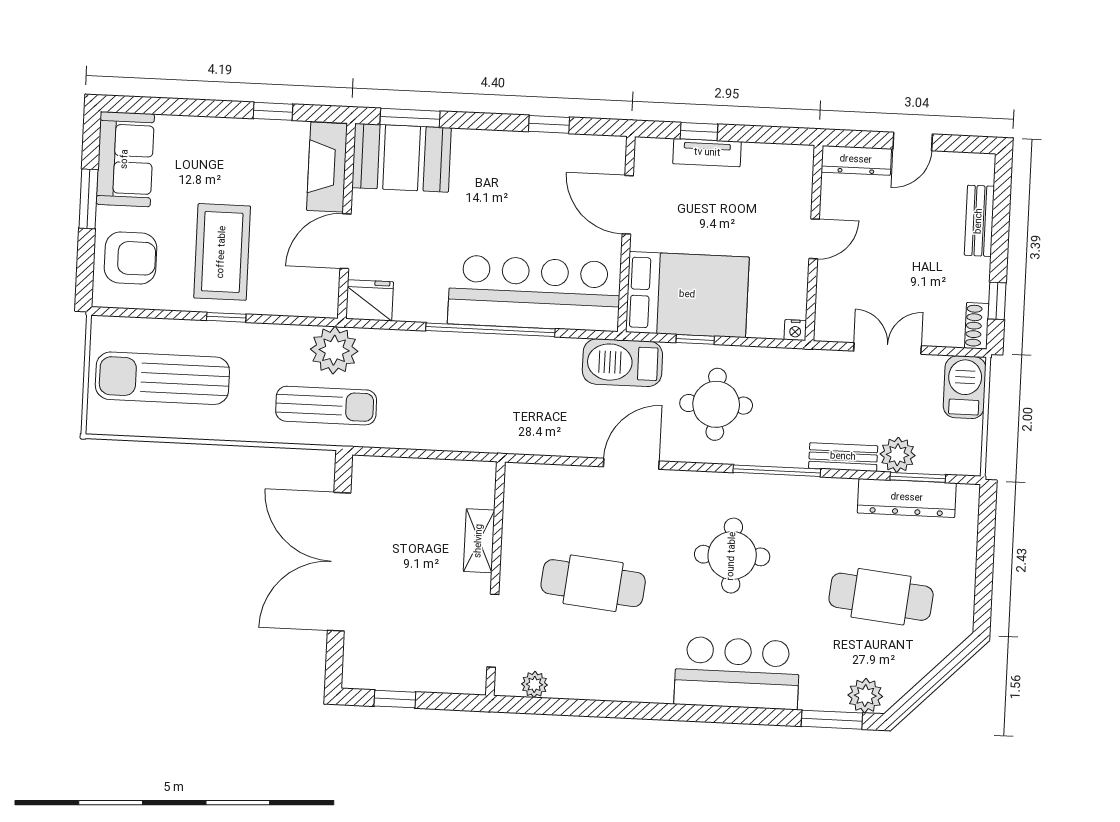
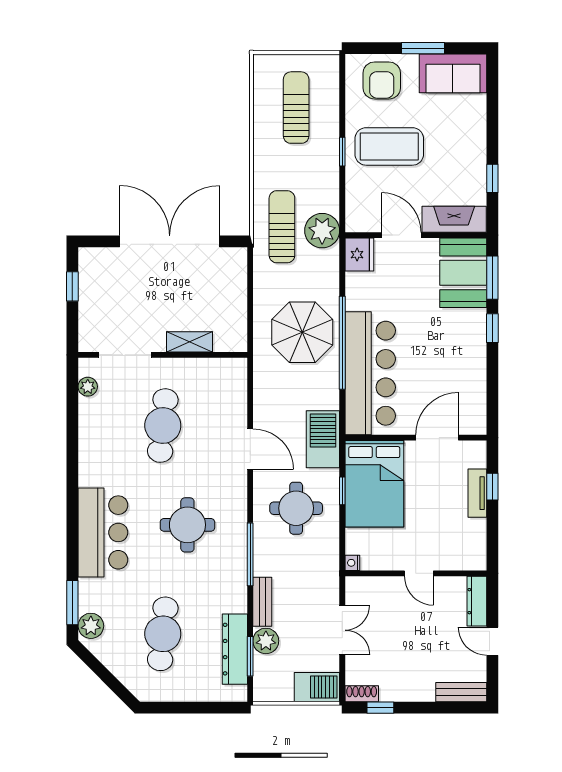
window: (549, 124) -> (492, 328), moved
bench: (979, 221) -> (461, 692), moved
sun lounger: (162, 378) -> (296, 108), width x0.73, depth x0.75
parasol: (473, 384) -> (302, 332), added
sun lounger: (326, 406) -> (282, 227), turned 180

